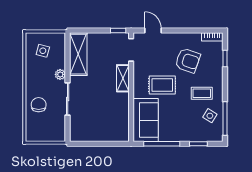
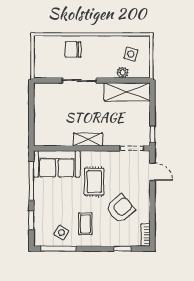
door: (153, 30) -> (152, 172), hinge flipped
armchair: (188, 60) -> (120, 209), turned -150
plant: (60, 74) -> (123, 73), moved
shelving: (123, 78) -> (88, 140), moved
chair: (39, 105) -> (73, 50), turned 180

